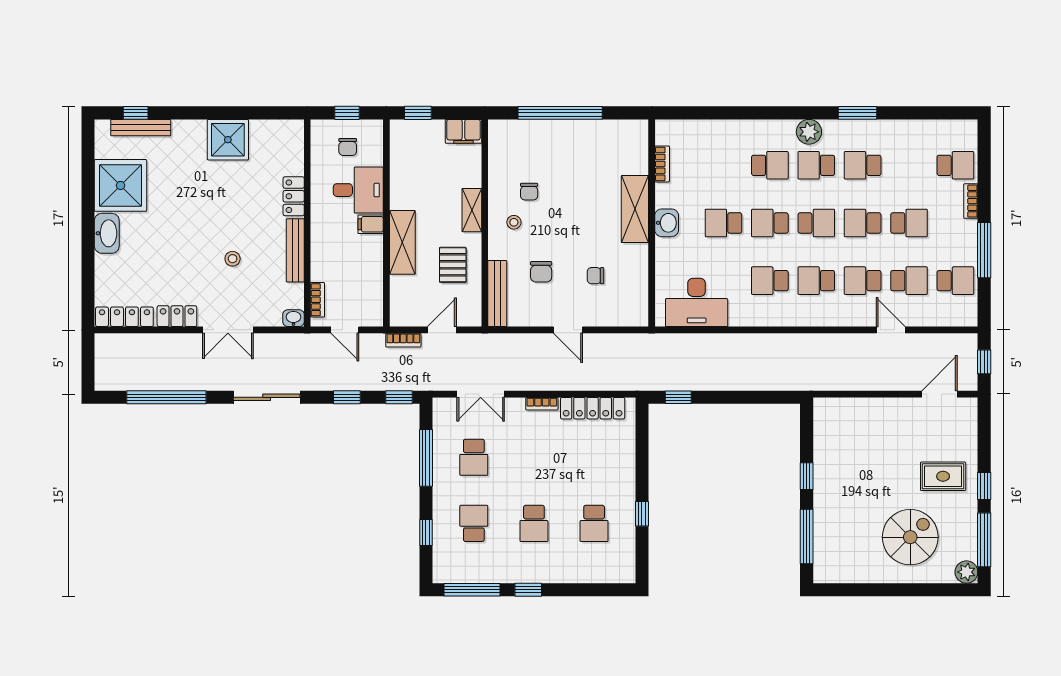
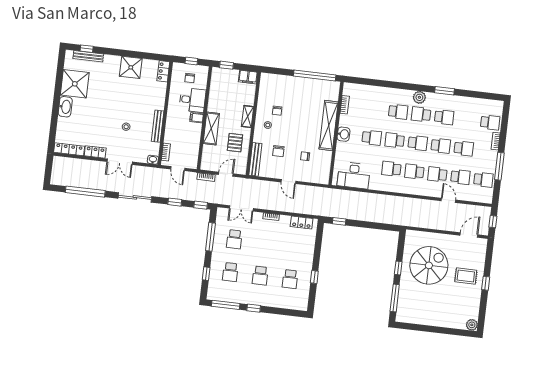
window: (560, 113) -> (315, 75), moved
school desk: (863, 165) -> (444, 117), turned 180
locker: (294, 196) -> (163, 71), moved
shelving: (635, 209) -> (329, 126), width x1.47
school desk: (723, 223) -> (372, 138), turned 180
school desk: (863, 223) -> (441, 146), turned 180
locker: (593, 408) -> (302, 222), width x0.66
school desk: (474, 523) -> (230, 272), turned 180
spiral stairs: (910, 537) -> (429, 265), moved, width x1.37, depth x1.37
window: (984, 540) -> (483, 310), removed

